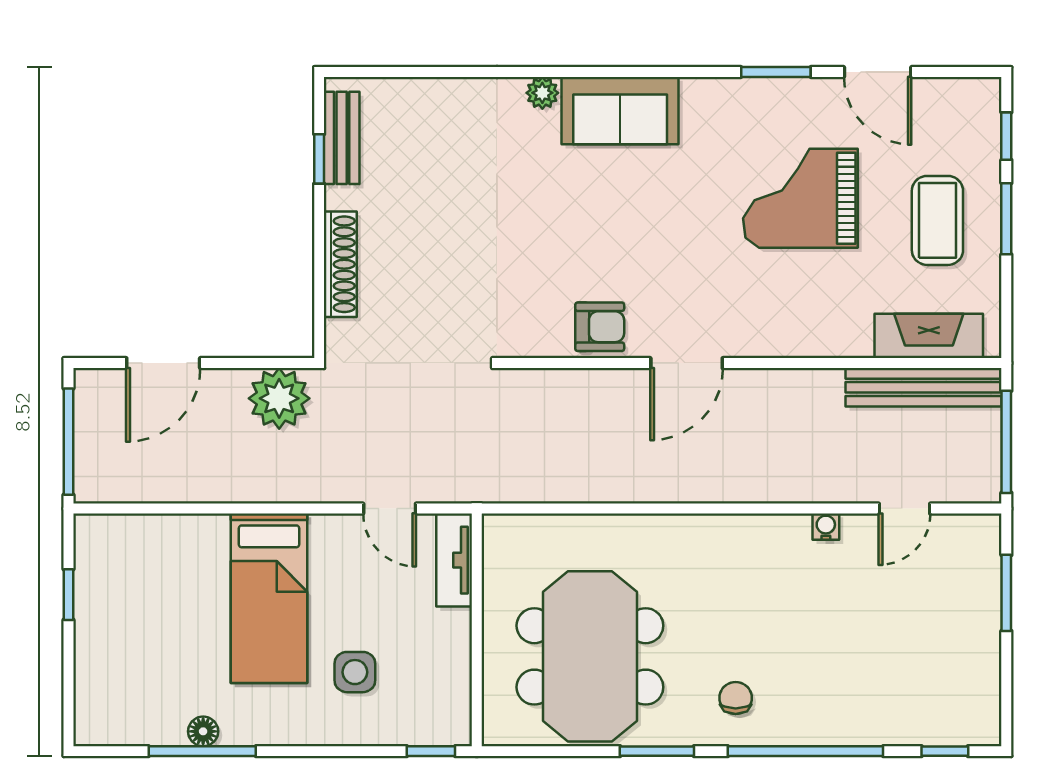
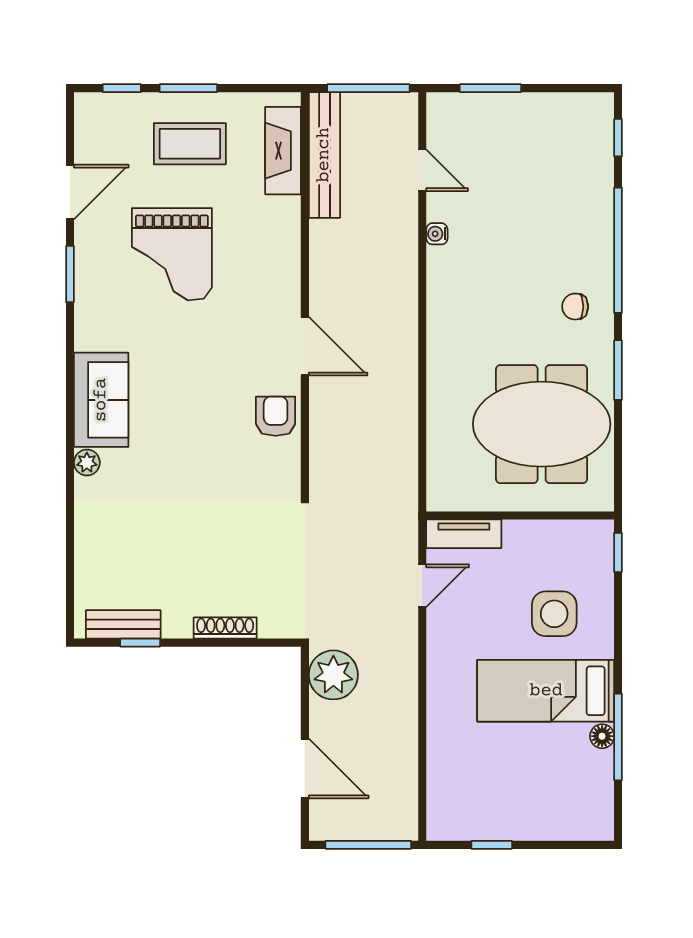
shoe rack: (340, 264) -> (225, 628), width x0.74, depth x0.81
bed: (269, 598) -> (546, 691), moved, turned 180
side table: (355, 672) -> (554, 614), width x1.37, depth x1.37

